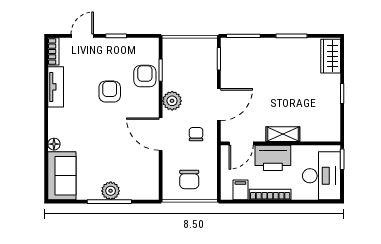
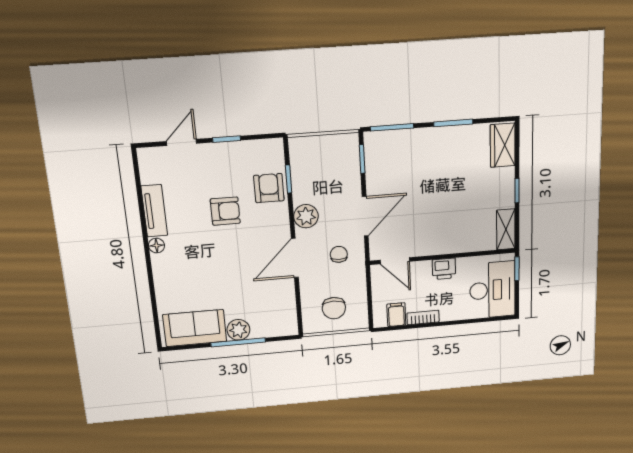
bookcase: (53, 51) -> (146, 166), removed
armchair: (110, 92) -> (225, 211), turned 90
door: (161, 134) -> (295, 258), hinge flipped
shelving: (283, 134) -> (506, 229), moved, turned 90
door: (241, 143) -> (395, 261), hinge flipped
floor lamp: (54, 144) -> (156, 246), moved
printer: (273, 158) -> (444, 269), width x0.53, depth x0.68
sofa: (62, 176) -> (195, 328), moved, turned -90
bookcase: (270, 195) -> (423, 317), width x0.64

